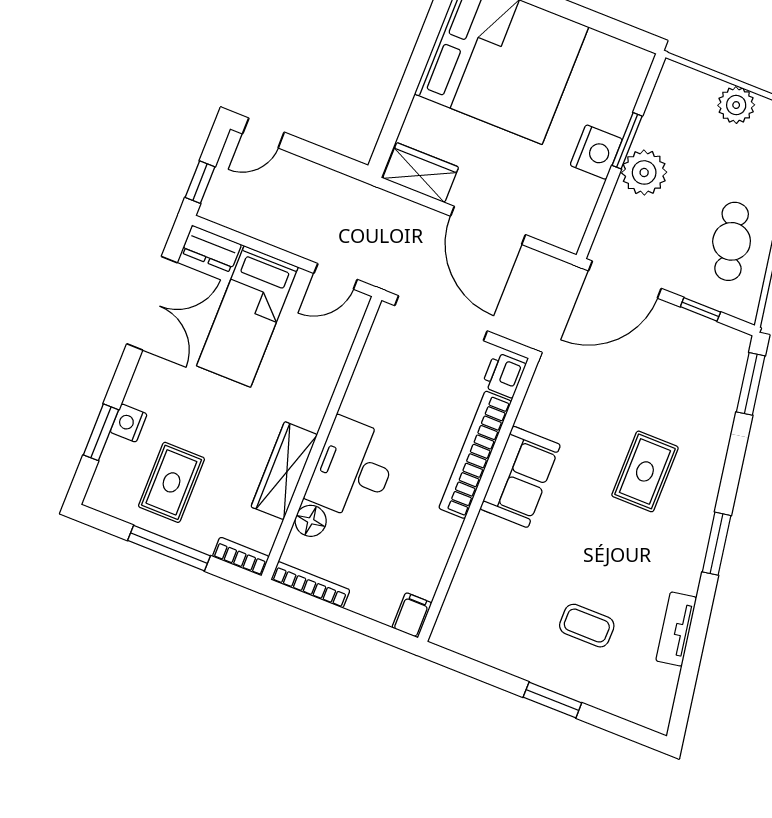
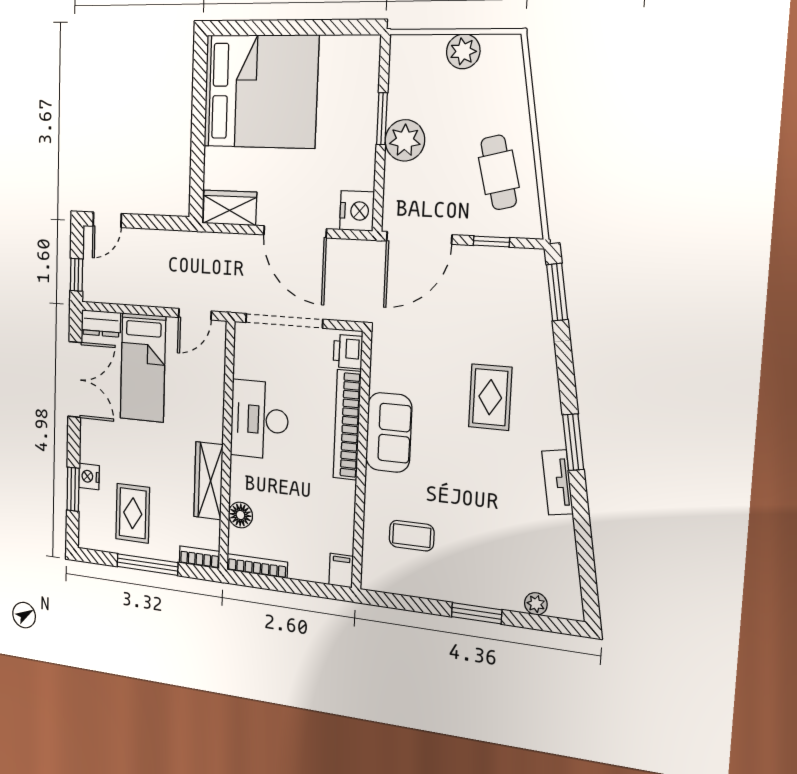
nightstand: (596, 152) -> (357, 211), moved
desk: (353, 469) -> (259, 420), moved
coffee table: (587, 626) -> (412, 536), moved
tv unit: (676, 629) -> (557, 482), moved
plant: (621, 705) -> (536, 604), added

